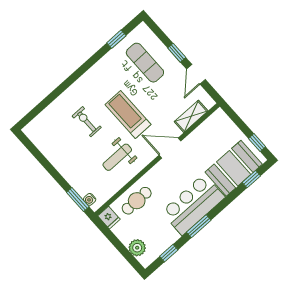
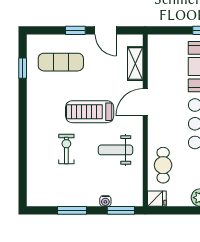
exercise bike: (87, 122) -> (66, 149), turned 90
weight bench: (117, 157) -> (115, 150), turned 90
window: (47, 165) -> (72, 210), added
water cooler: (90, 199) -> (105, 201), moved

